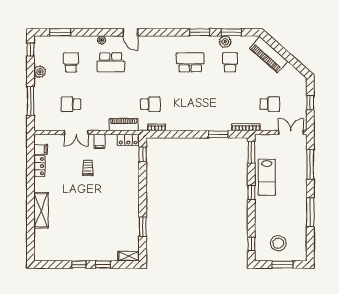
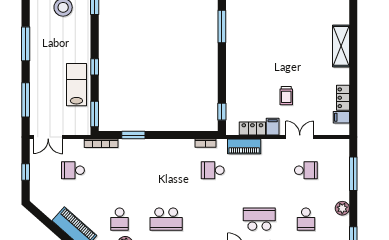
locker: (128, 140) -> (252, 129), moved
window: (143, 227) -> (222, 27), width x1.44

